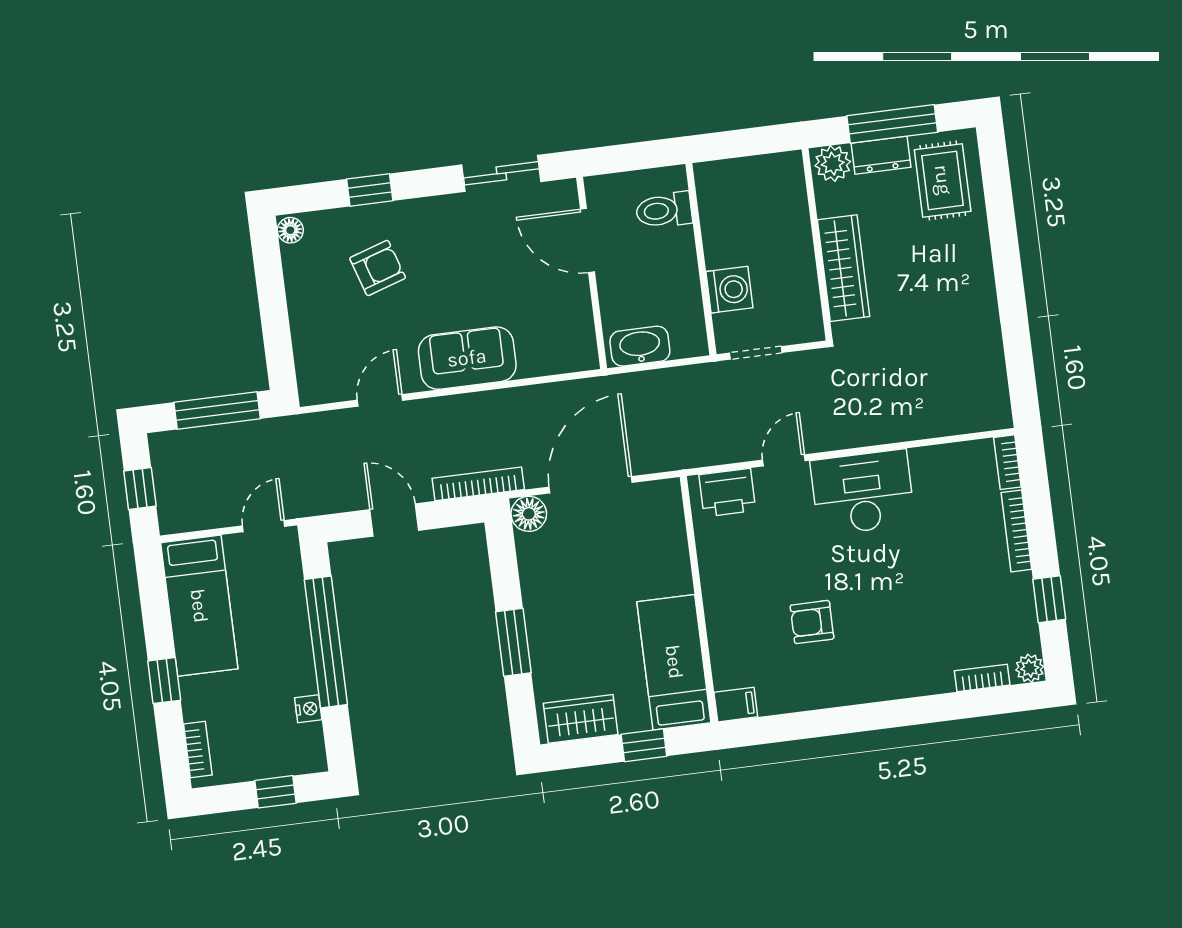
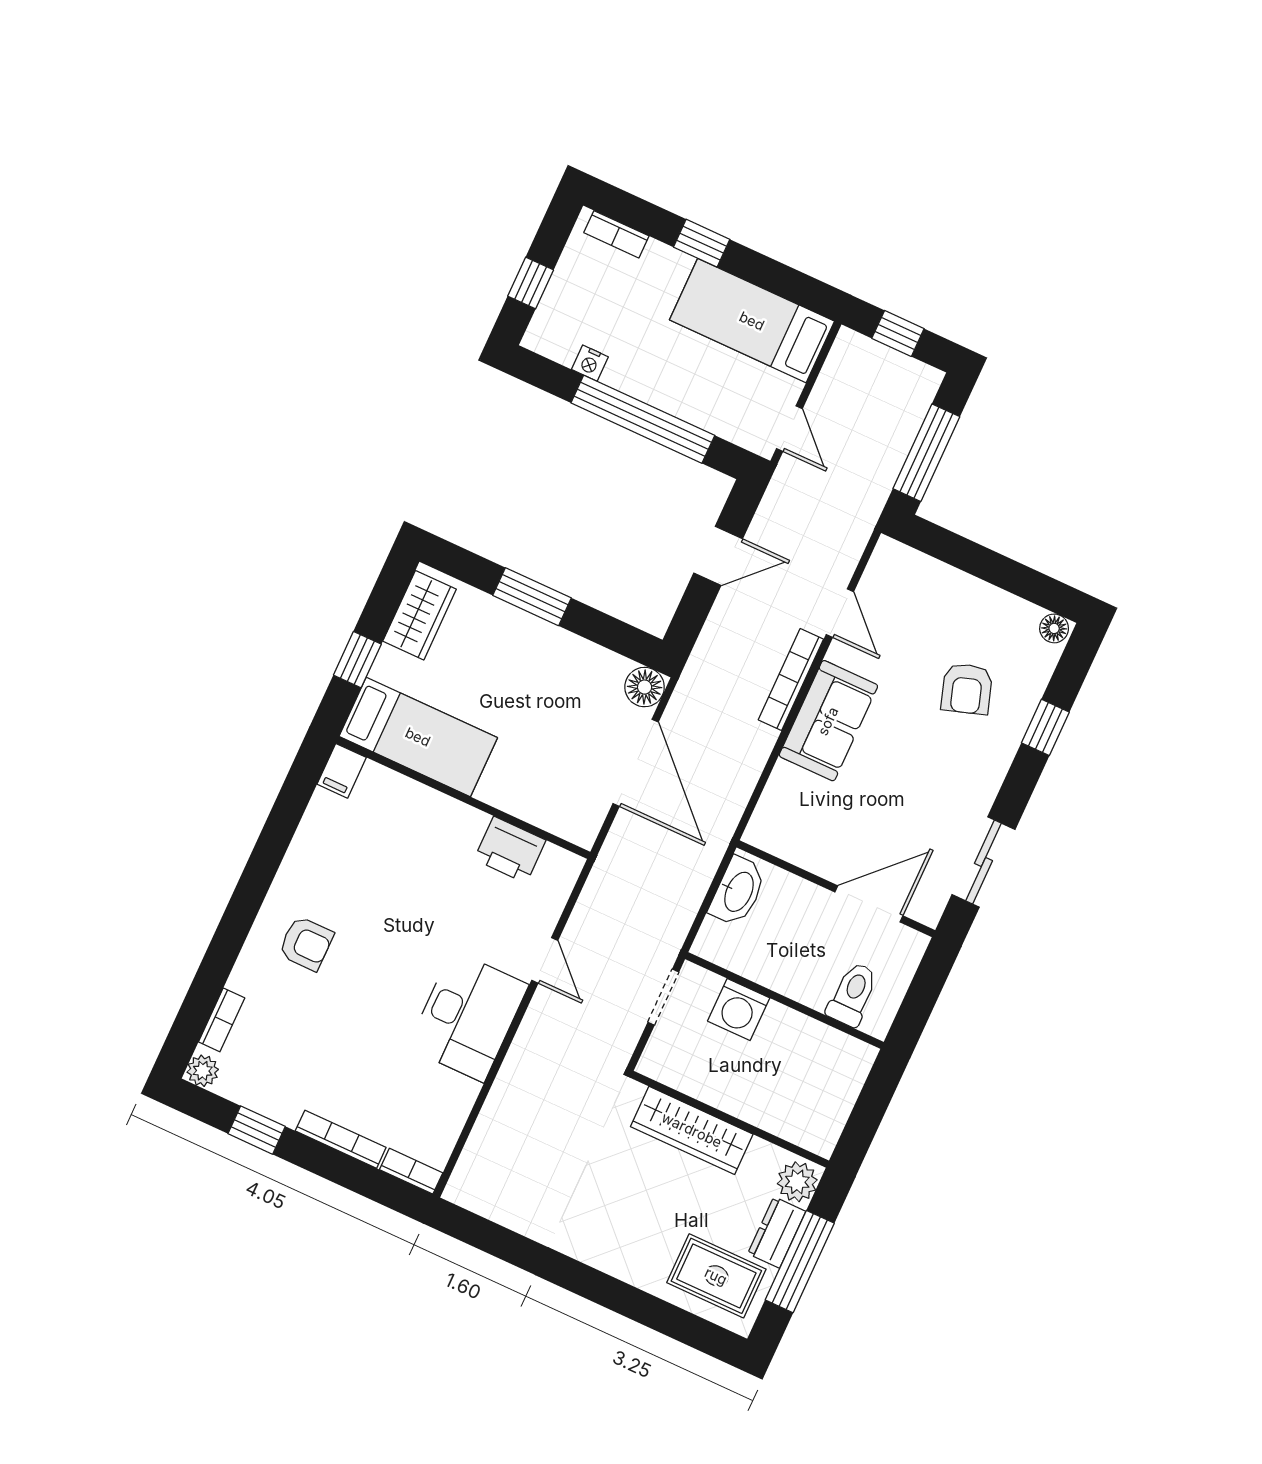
bookcase: (478, 484) -> (791, 680), moved, turned 180
printer: (727, 493) -> (510, 850), moved, turned -90
armchair: (812, 622) -> (306, 943), moved, turned 90

